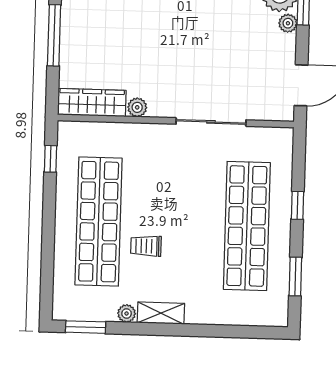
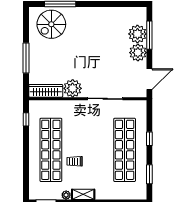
plant: (288, 23) -> (138, 53), width x1.88, depth x1.88
plant: (137, 107) -> (73, 88), width x1.88, depth x1.88

